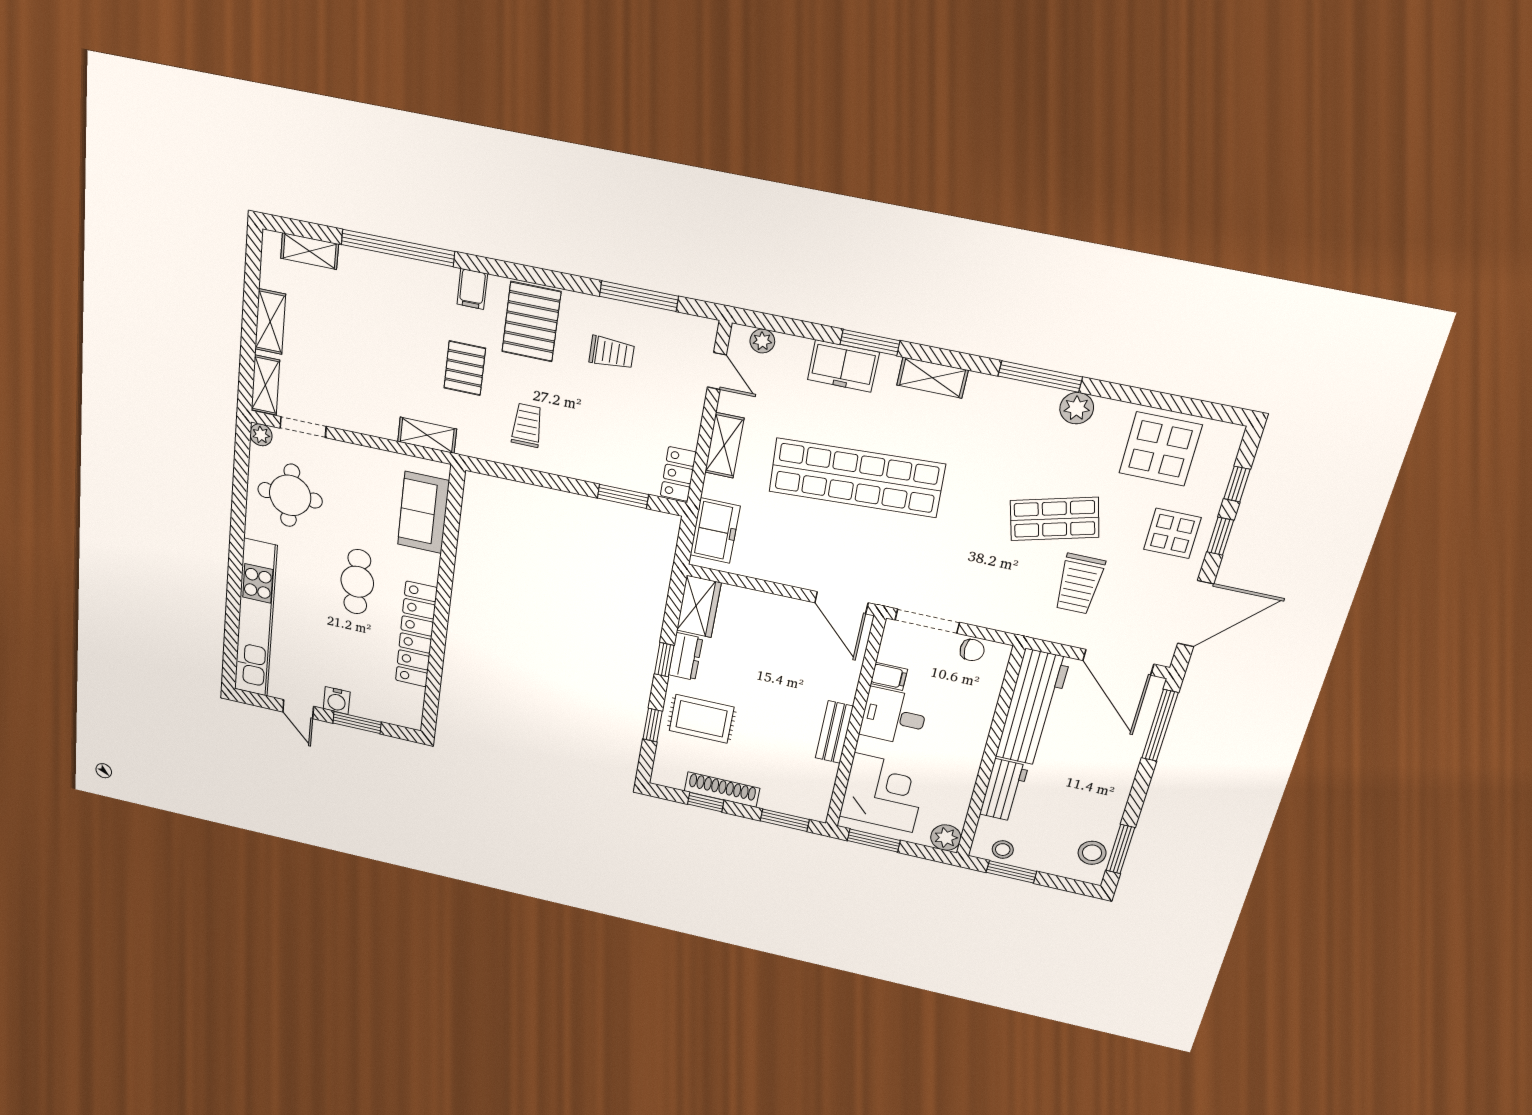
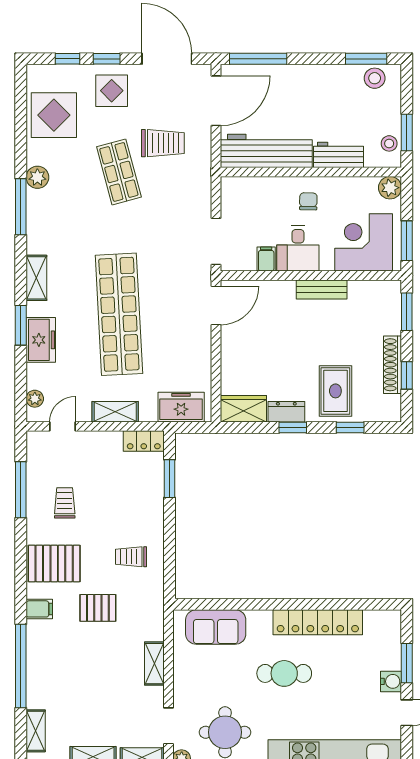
shelving: (427, 435) -> (154, 664), moved
chair: (972, 650) -> (308, 201), moved

